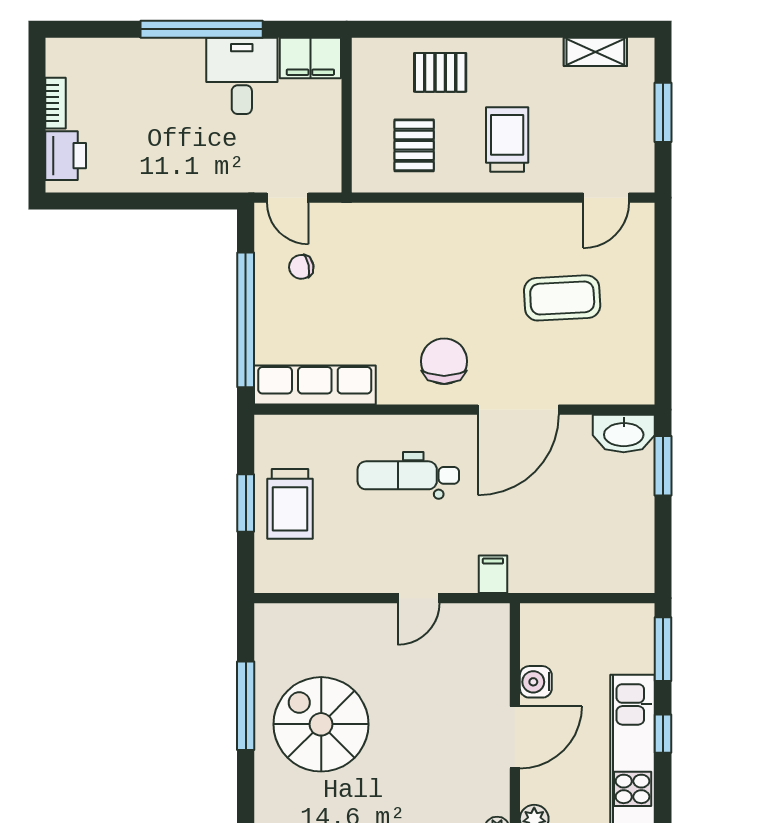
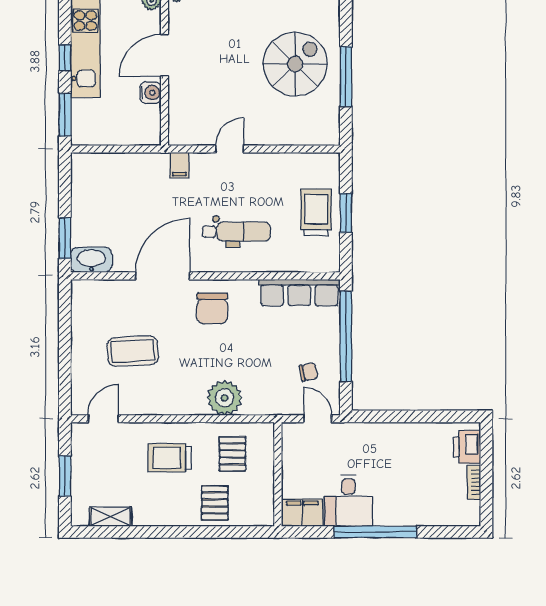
pallet: (440, 72) -> (215, 503), turned 90
trolley: (507, 139) -> (170, 458), turned 90
plant: (426, 229) -> (224, 398), added
spiral stairs: (321, 724) -> (295, 64), turned -90

